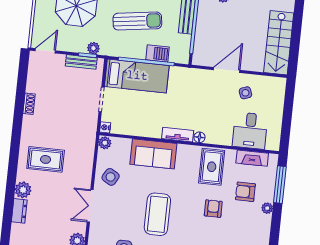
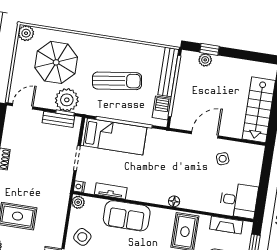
plant: (93, 48) -> (67, 100), width x1.88, depth x1.88
barbecue: (157, 53) -> (162, 108), moved, turned -90
desk: (250, 131) -> (239, 200), moved, turned -90
tv unit: (178, 135) -> (111, 191), moved

